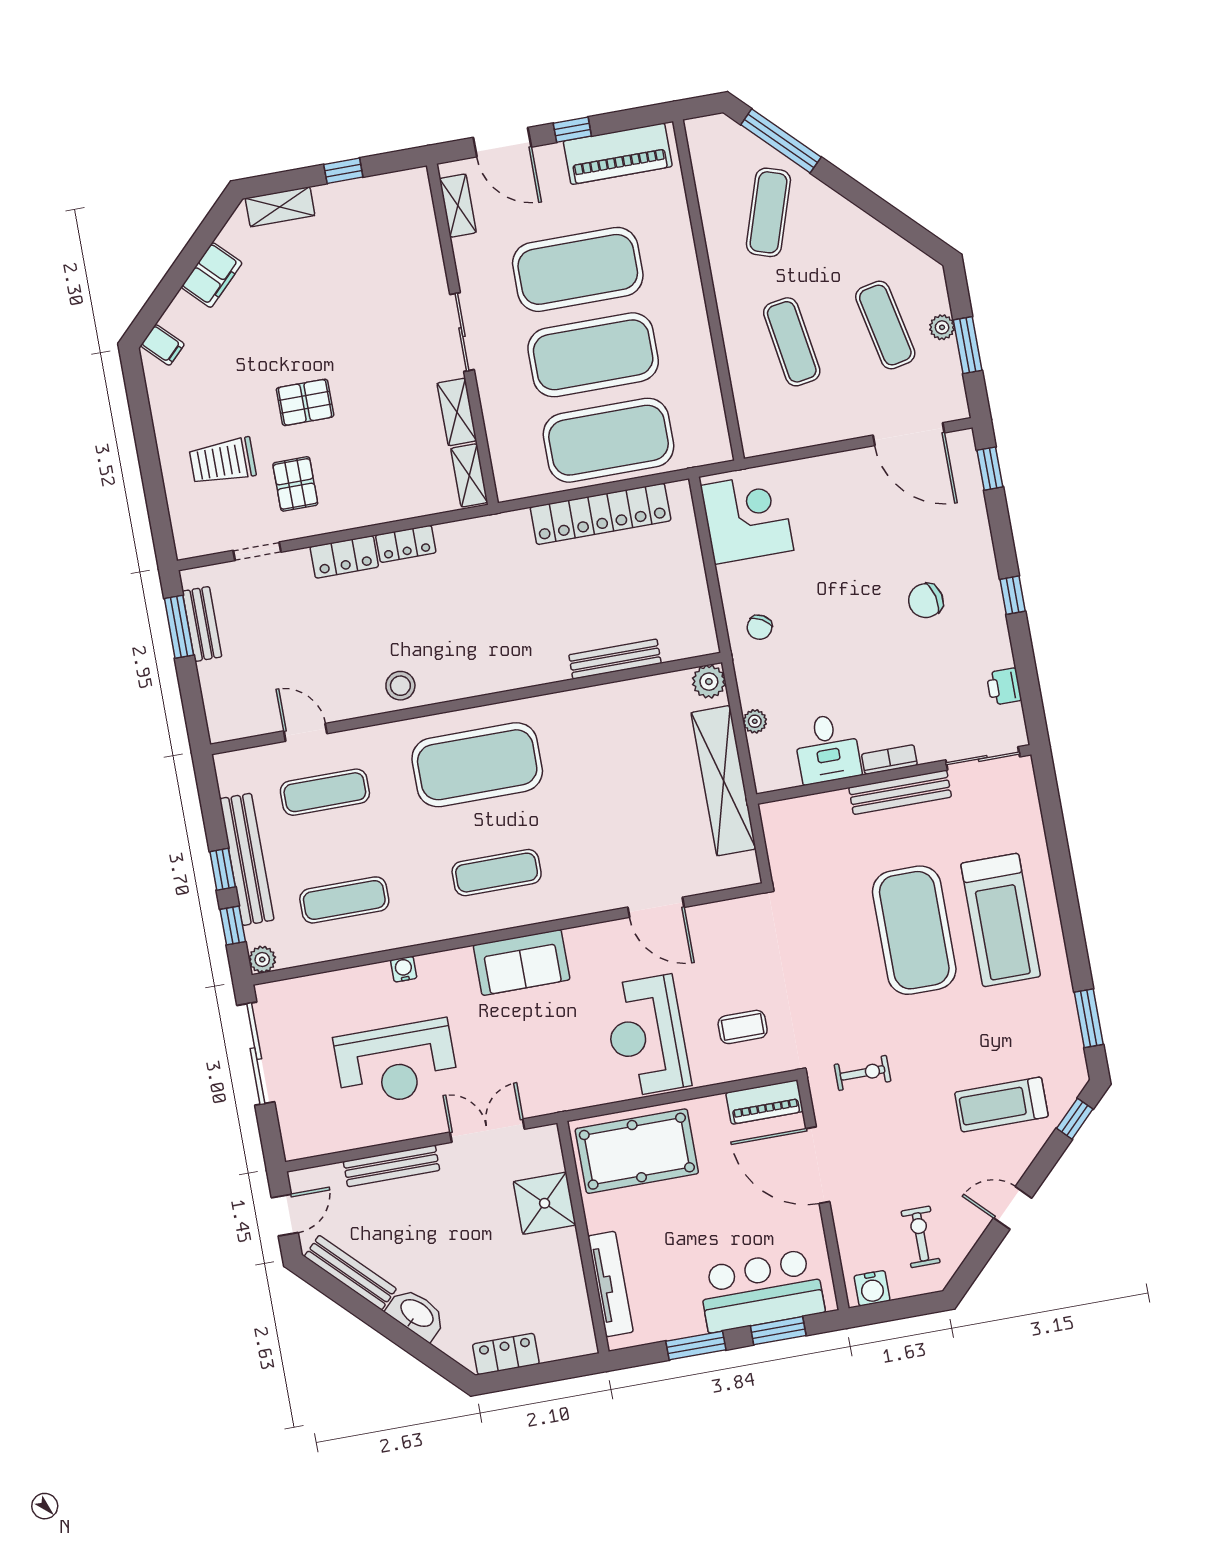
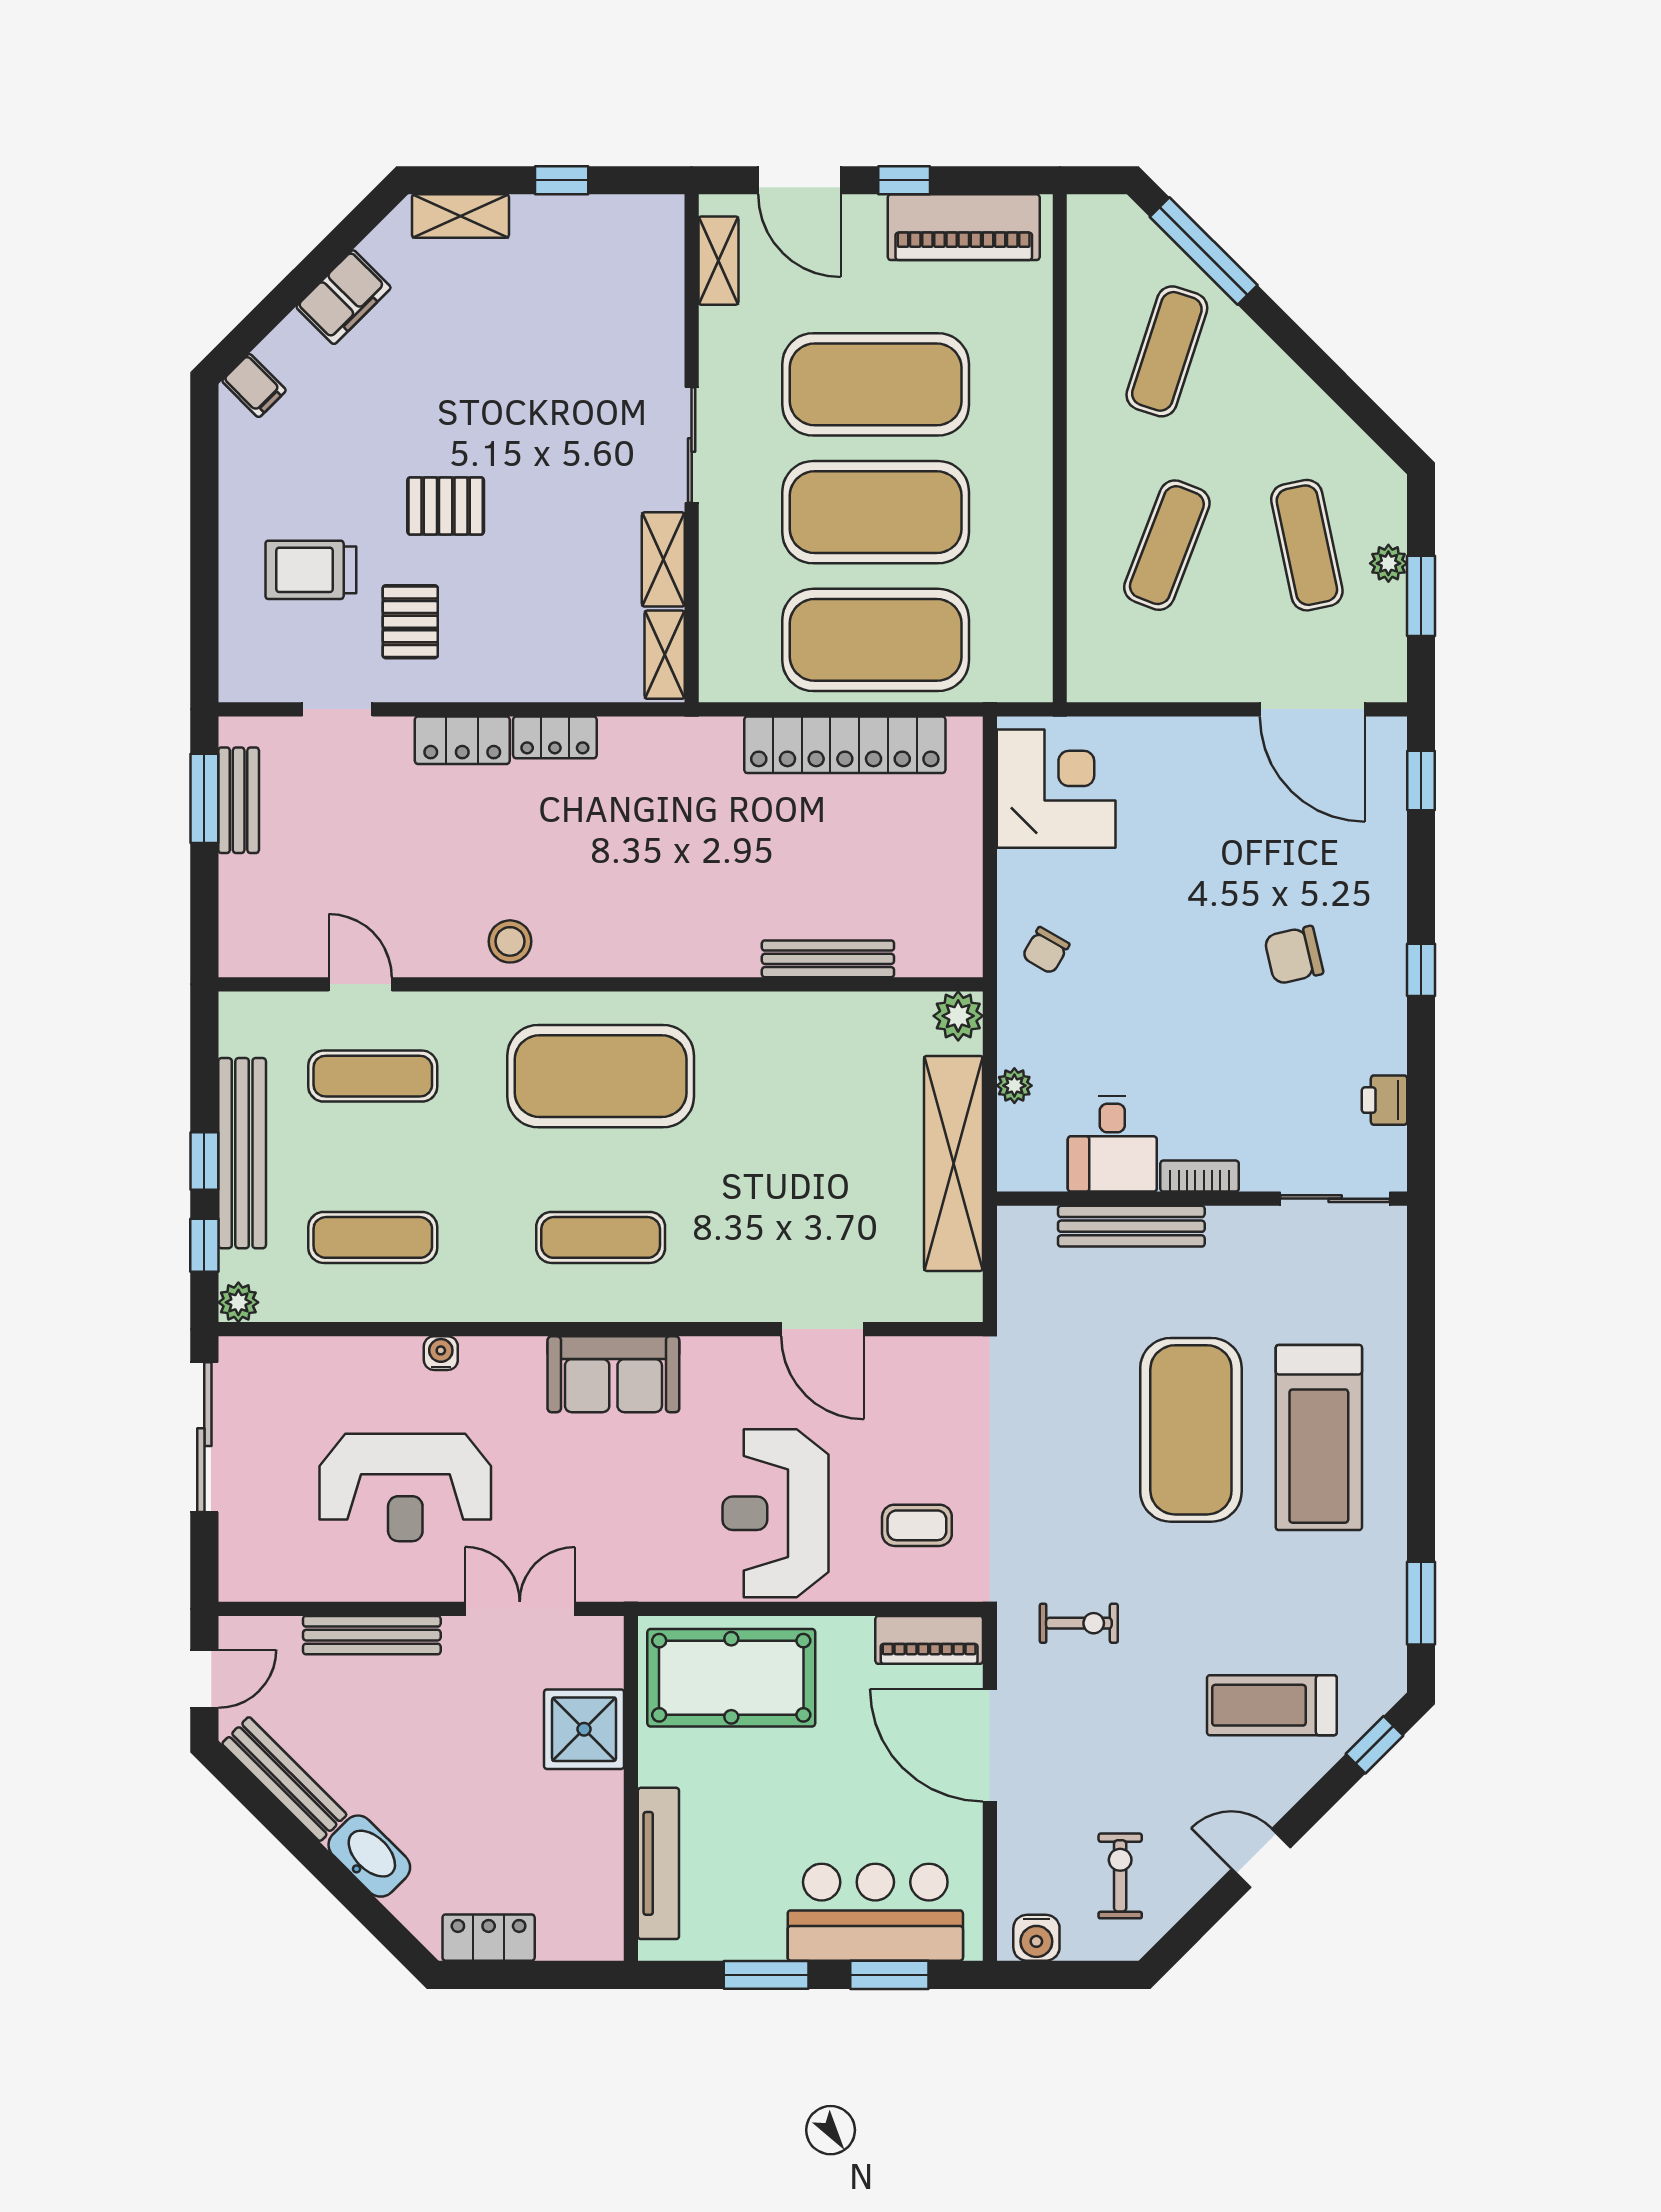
exercise mat: (792, 342) -> (1167, 545), turned 30
bench: (900, 792) -> (1131, 1226), moved

